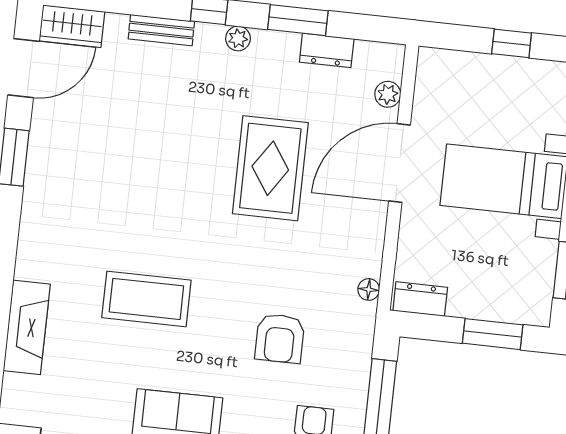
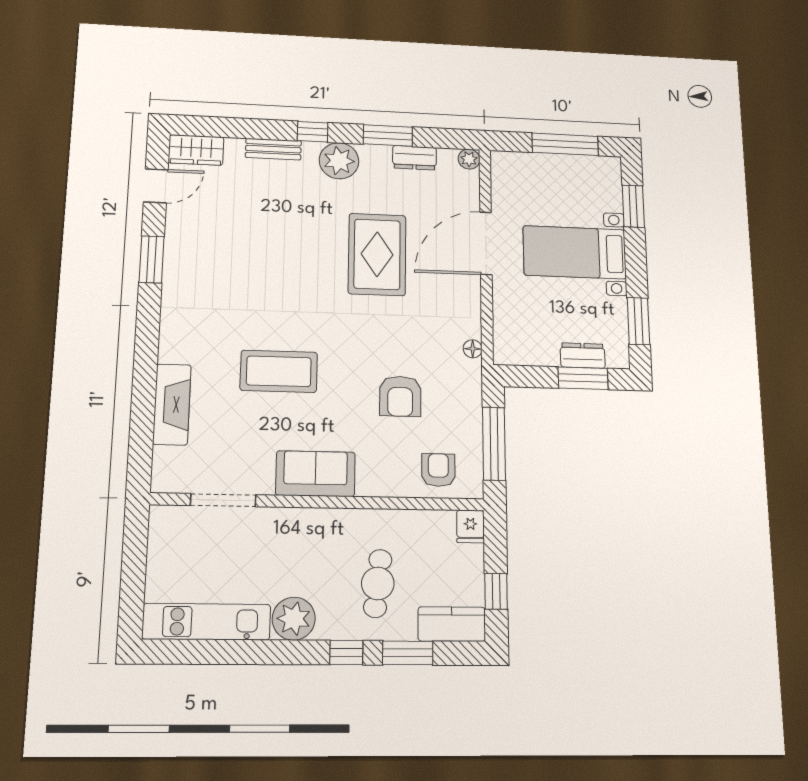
plant: (238, 38) -> (339, 161), width x1.87, depth x1.87
window: (512, 43) -> (565, 144), width x2.17
door: (24, 68) -> (156, 186), width x0.73
plant: (388, 94) -> (469, 159), moved
dresser: (420, 299) -> (583, 356), moved

